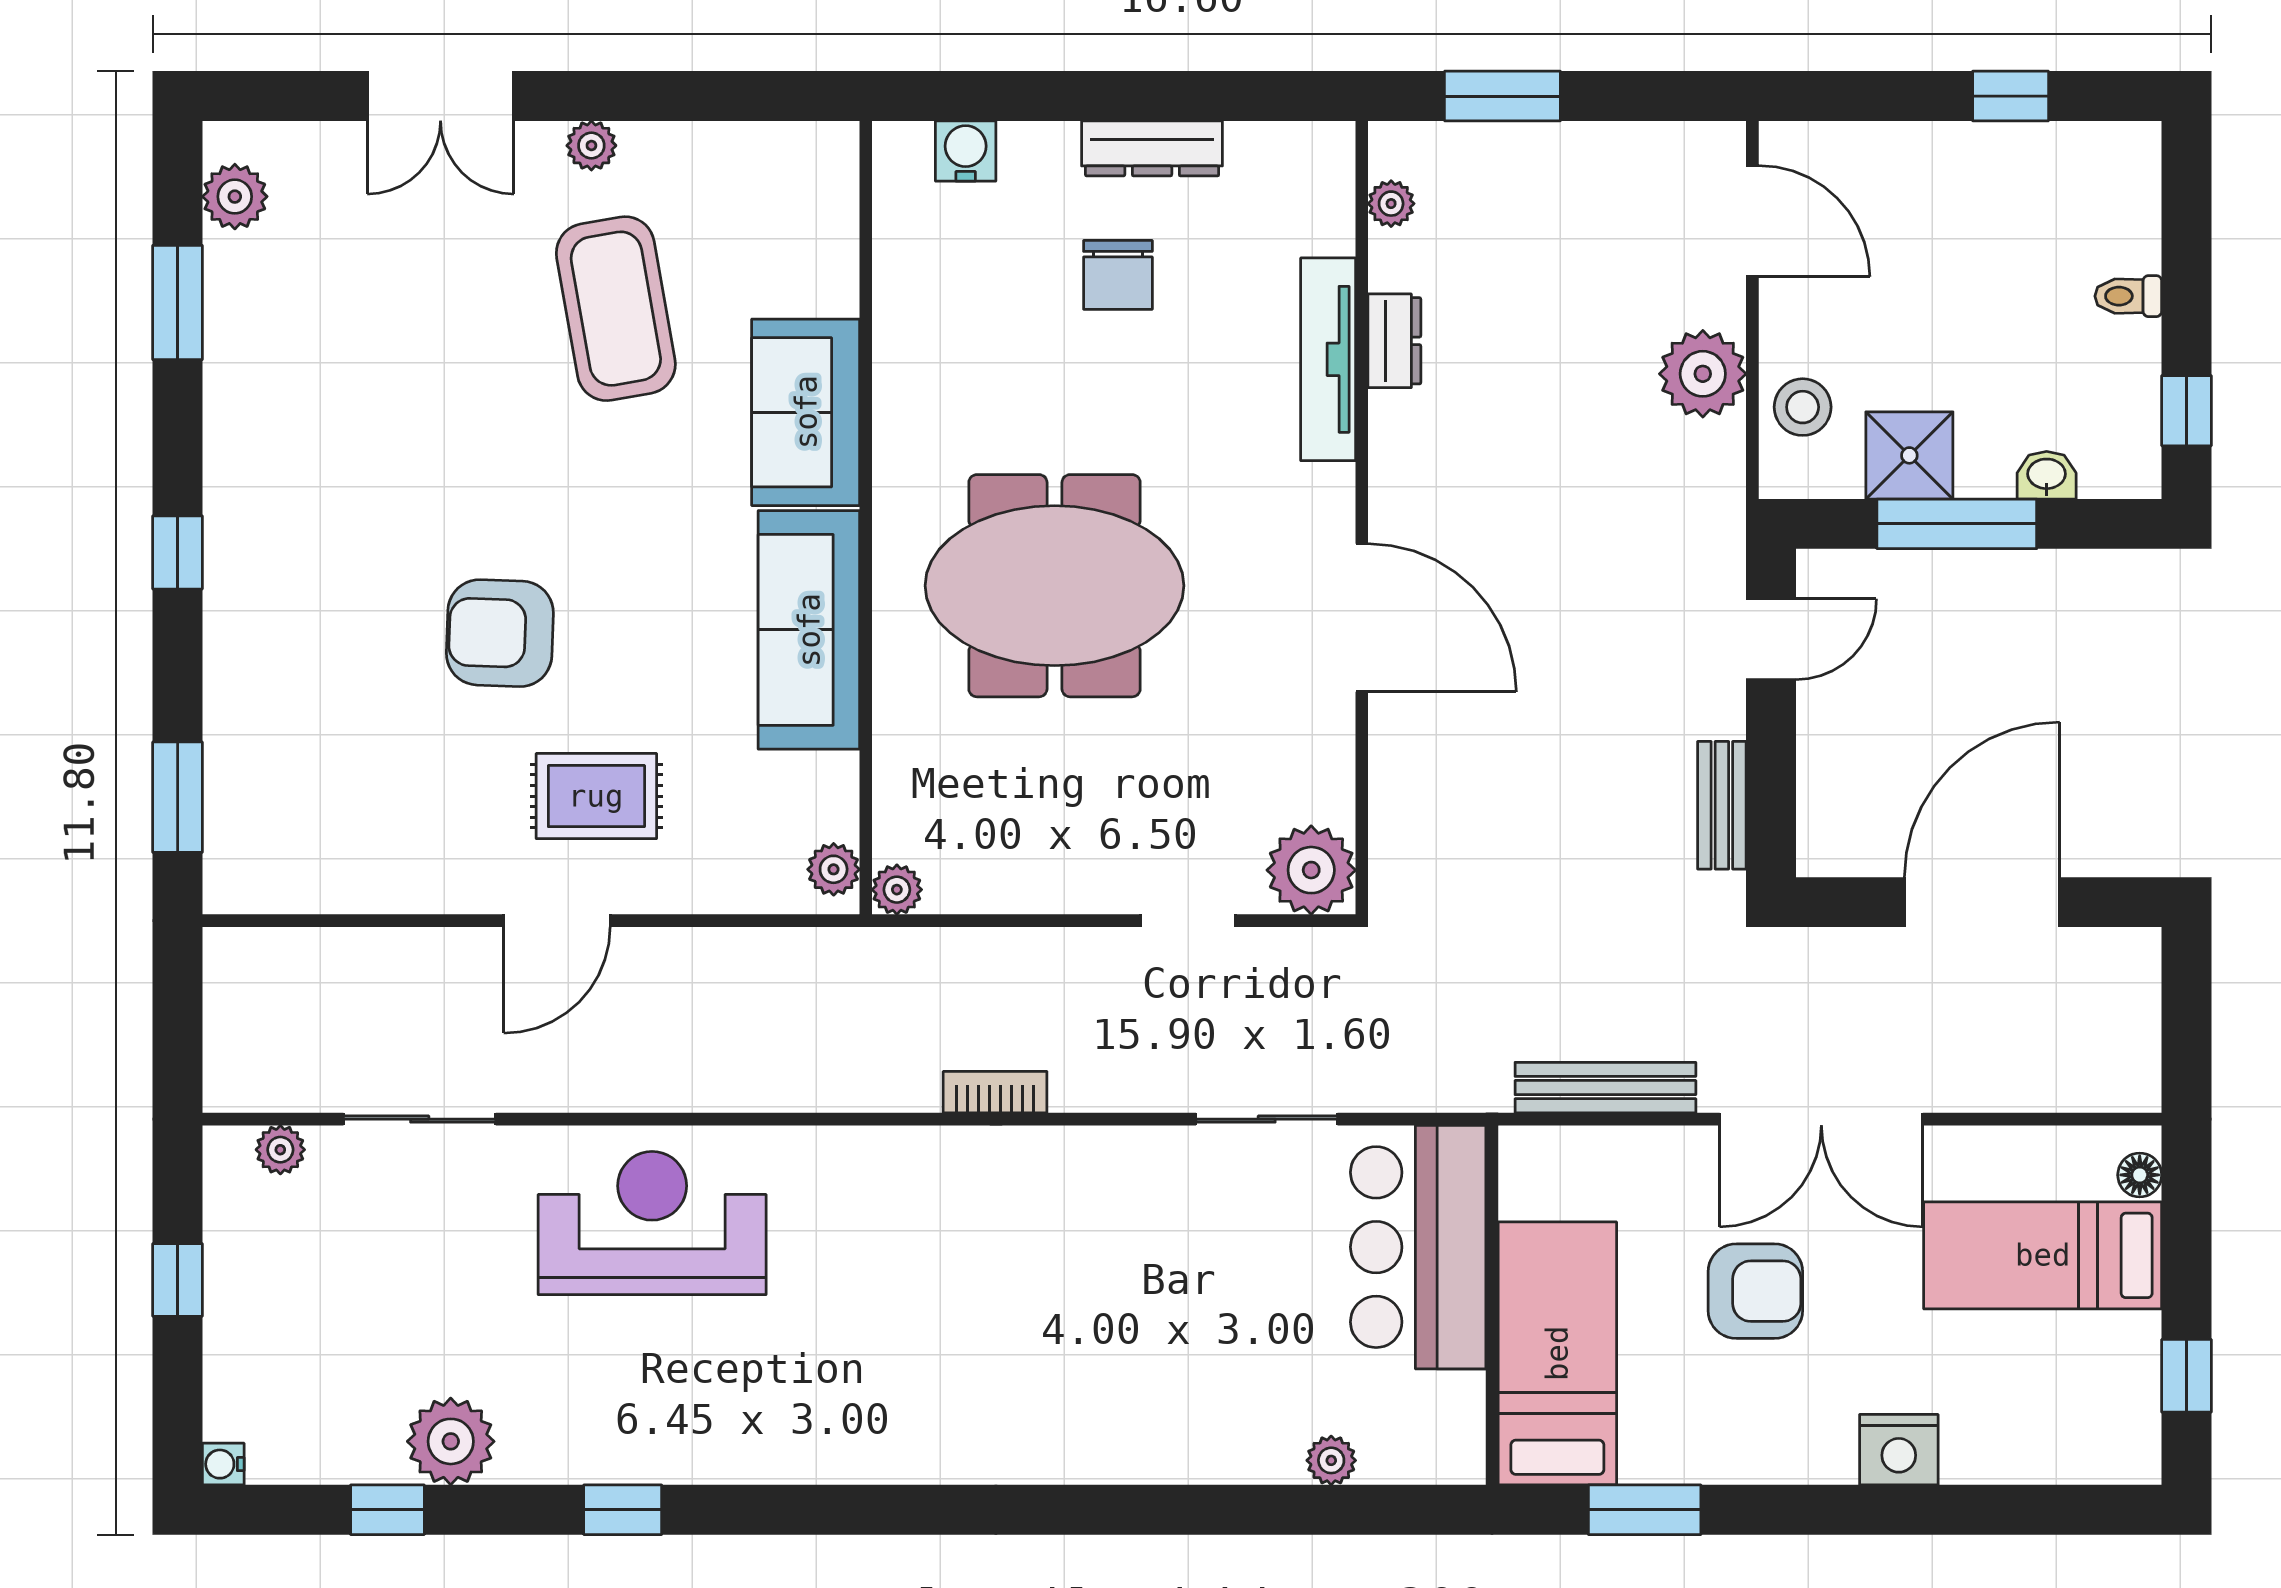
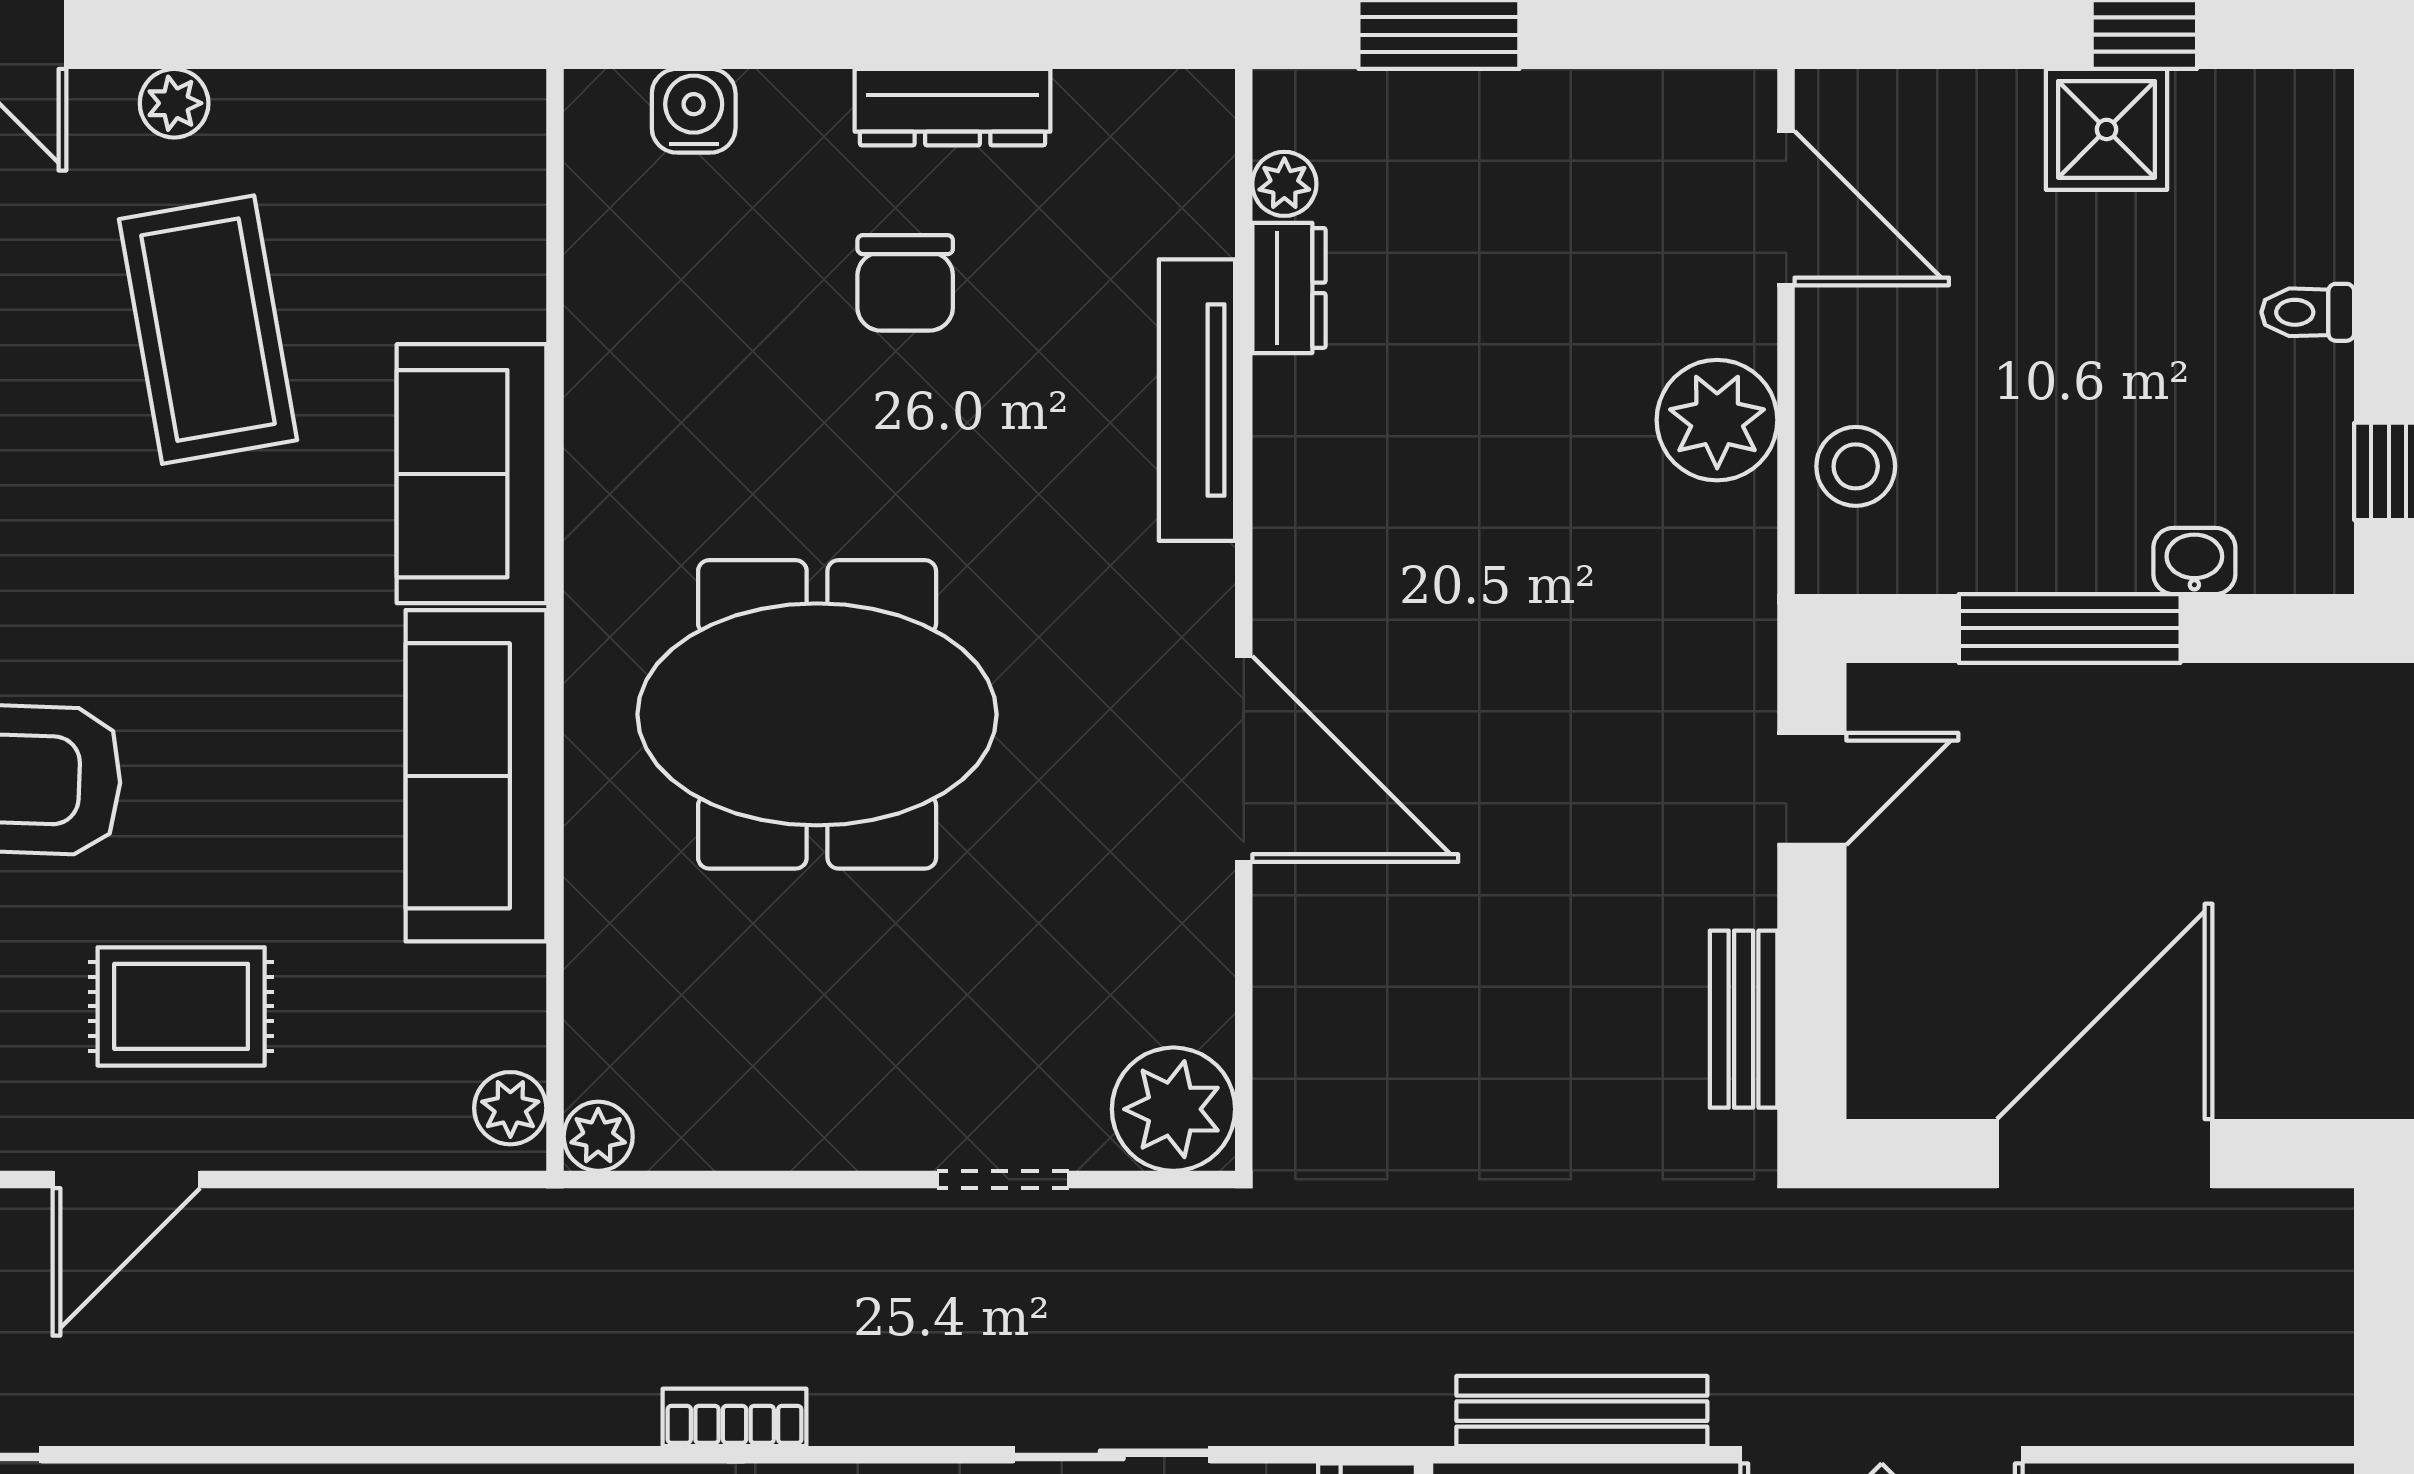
dresser: (1394, 341) -> (1289, 288), moved
shower: (1909, 455) -> (2106, 129), moved

